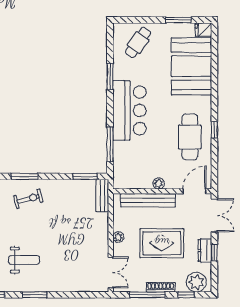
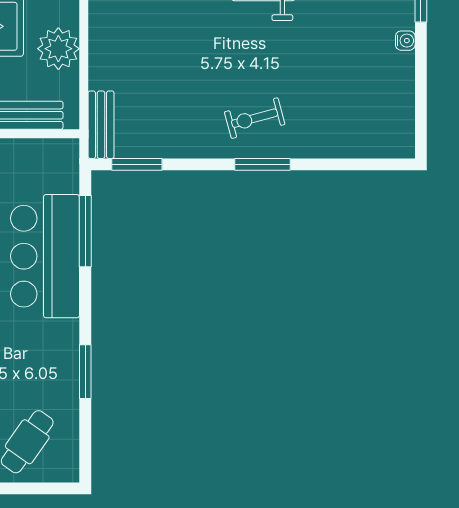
bar counter: (129, 110) -> (45, 256), moved
plant: (118, 237) -> (58, 49), width x1.87, depth x1.87

